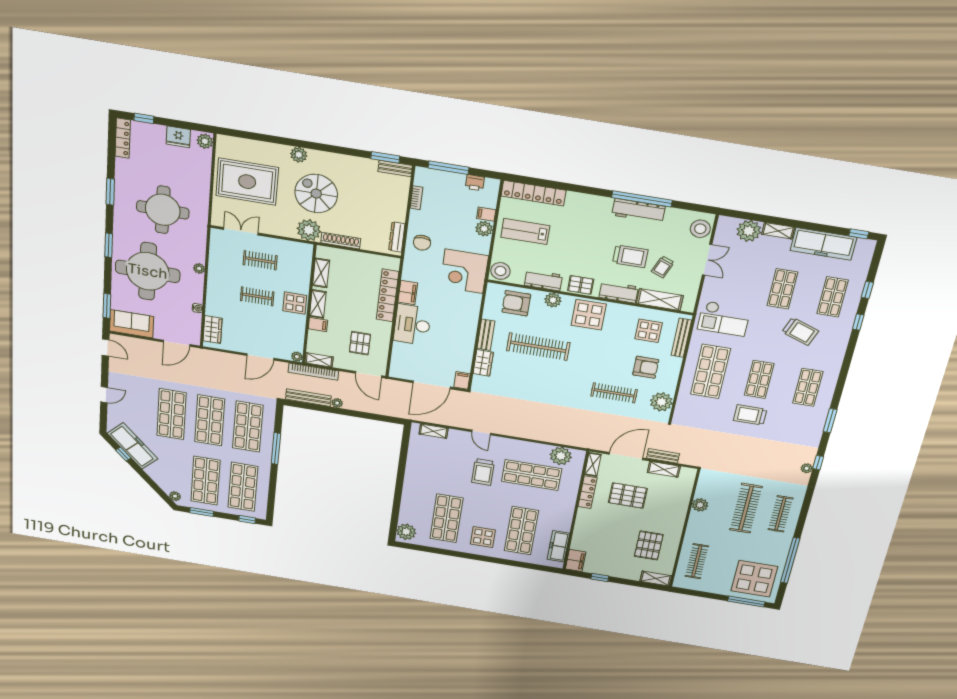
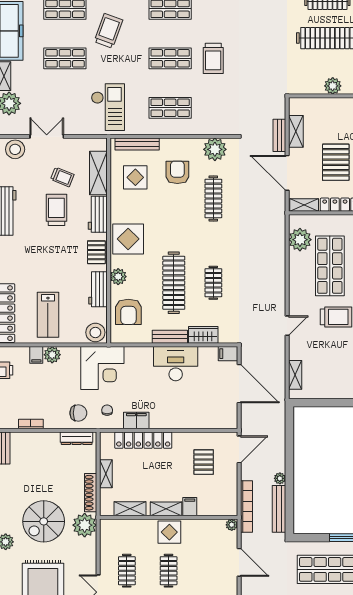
chair: (421, 269) -> (107, 410), added
desk: (412, 325) -> (176, 364), moved, turned 180
pallet: (360, 343) -> (204, 462), turned 90
shelving: (319, 360) -> (106, 474), moved
shop shelf: (711, 372) -> (170, 108), width x0.70, depth x0.74
clothes rail: (532, 380) -> (213, 283), added

